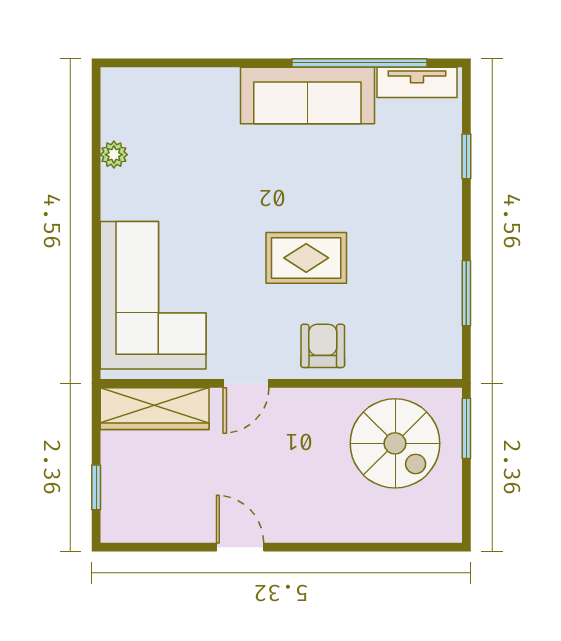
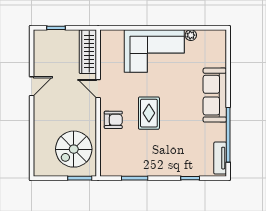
sofa: (307, 96) -> (215, 95), moved
corner sofa: (153, 295) -> (154, 51), moved

